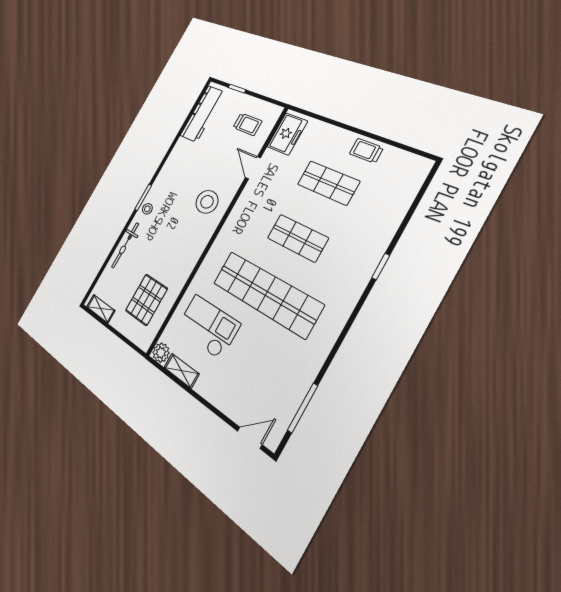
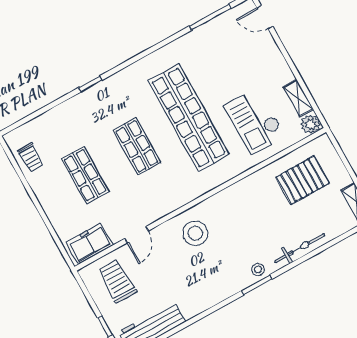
trolley: (247, 124) -> (117, 281), width x1.36, depth x1.39
trolley: (366, 151) -> (31, 158), moved

